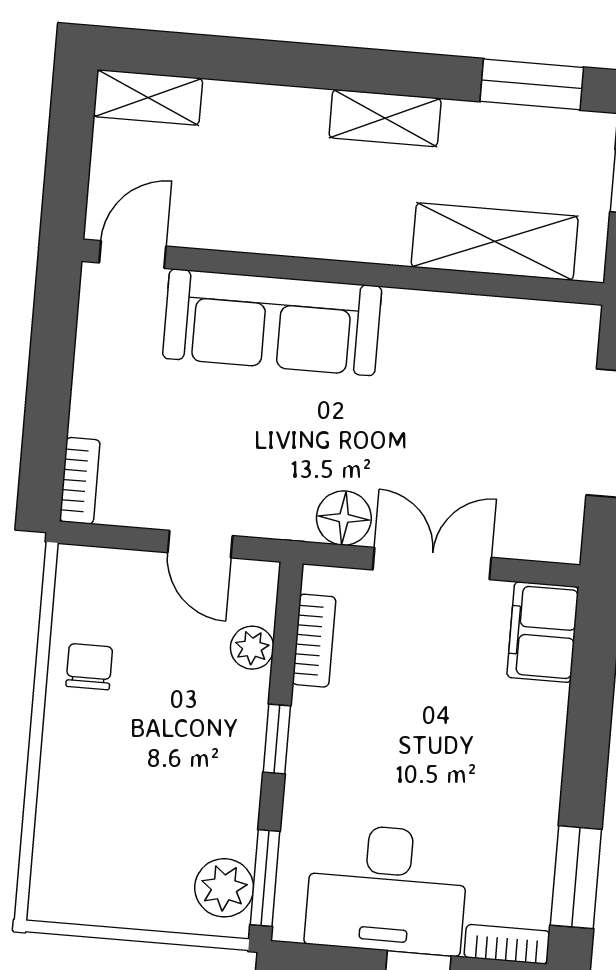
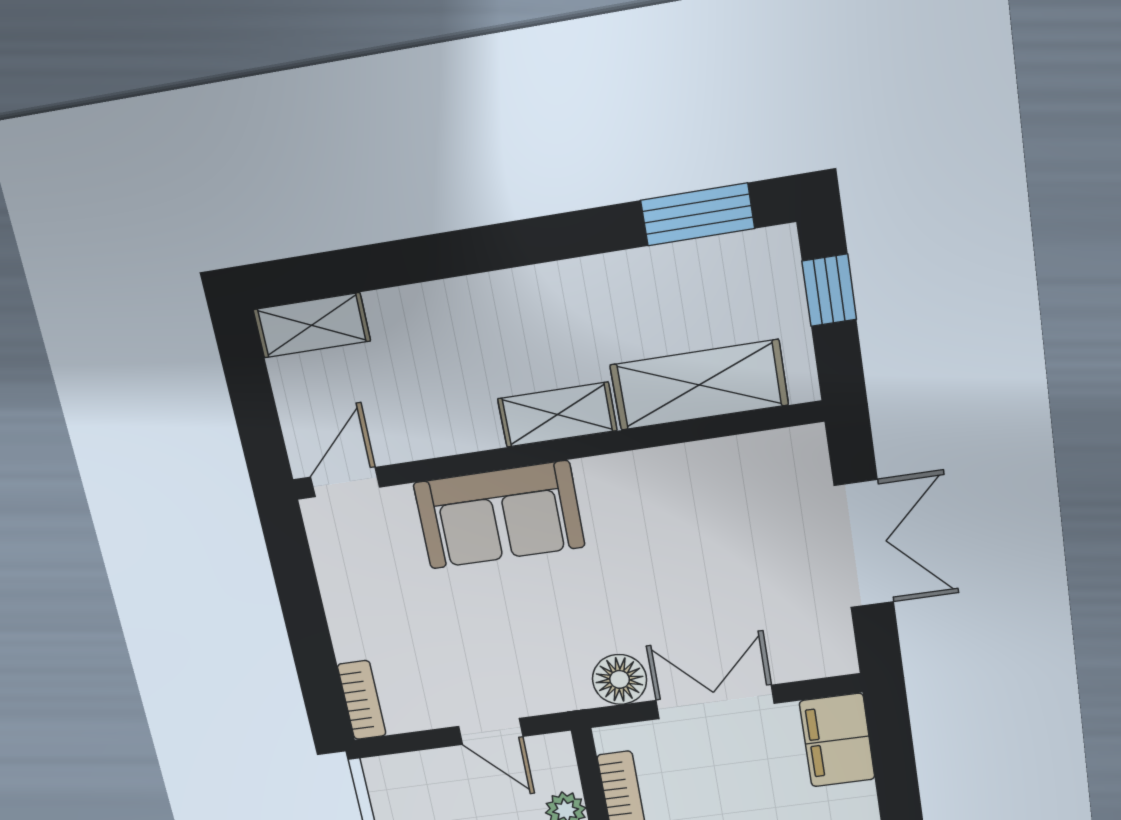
shelving: (385, 118) -> (557, 415), moved
sofa: (272, 322) -> (499, 515), width x0.73

